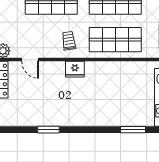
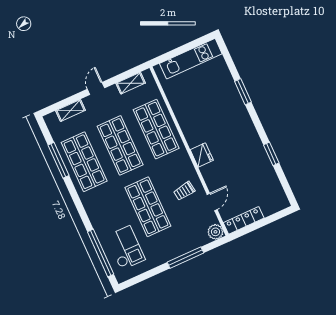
trolley: (69, 41) -> (184, 191), moved
window: (133, 130) -> (243, 92), moved

